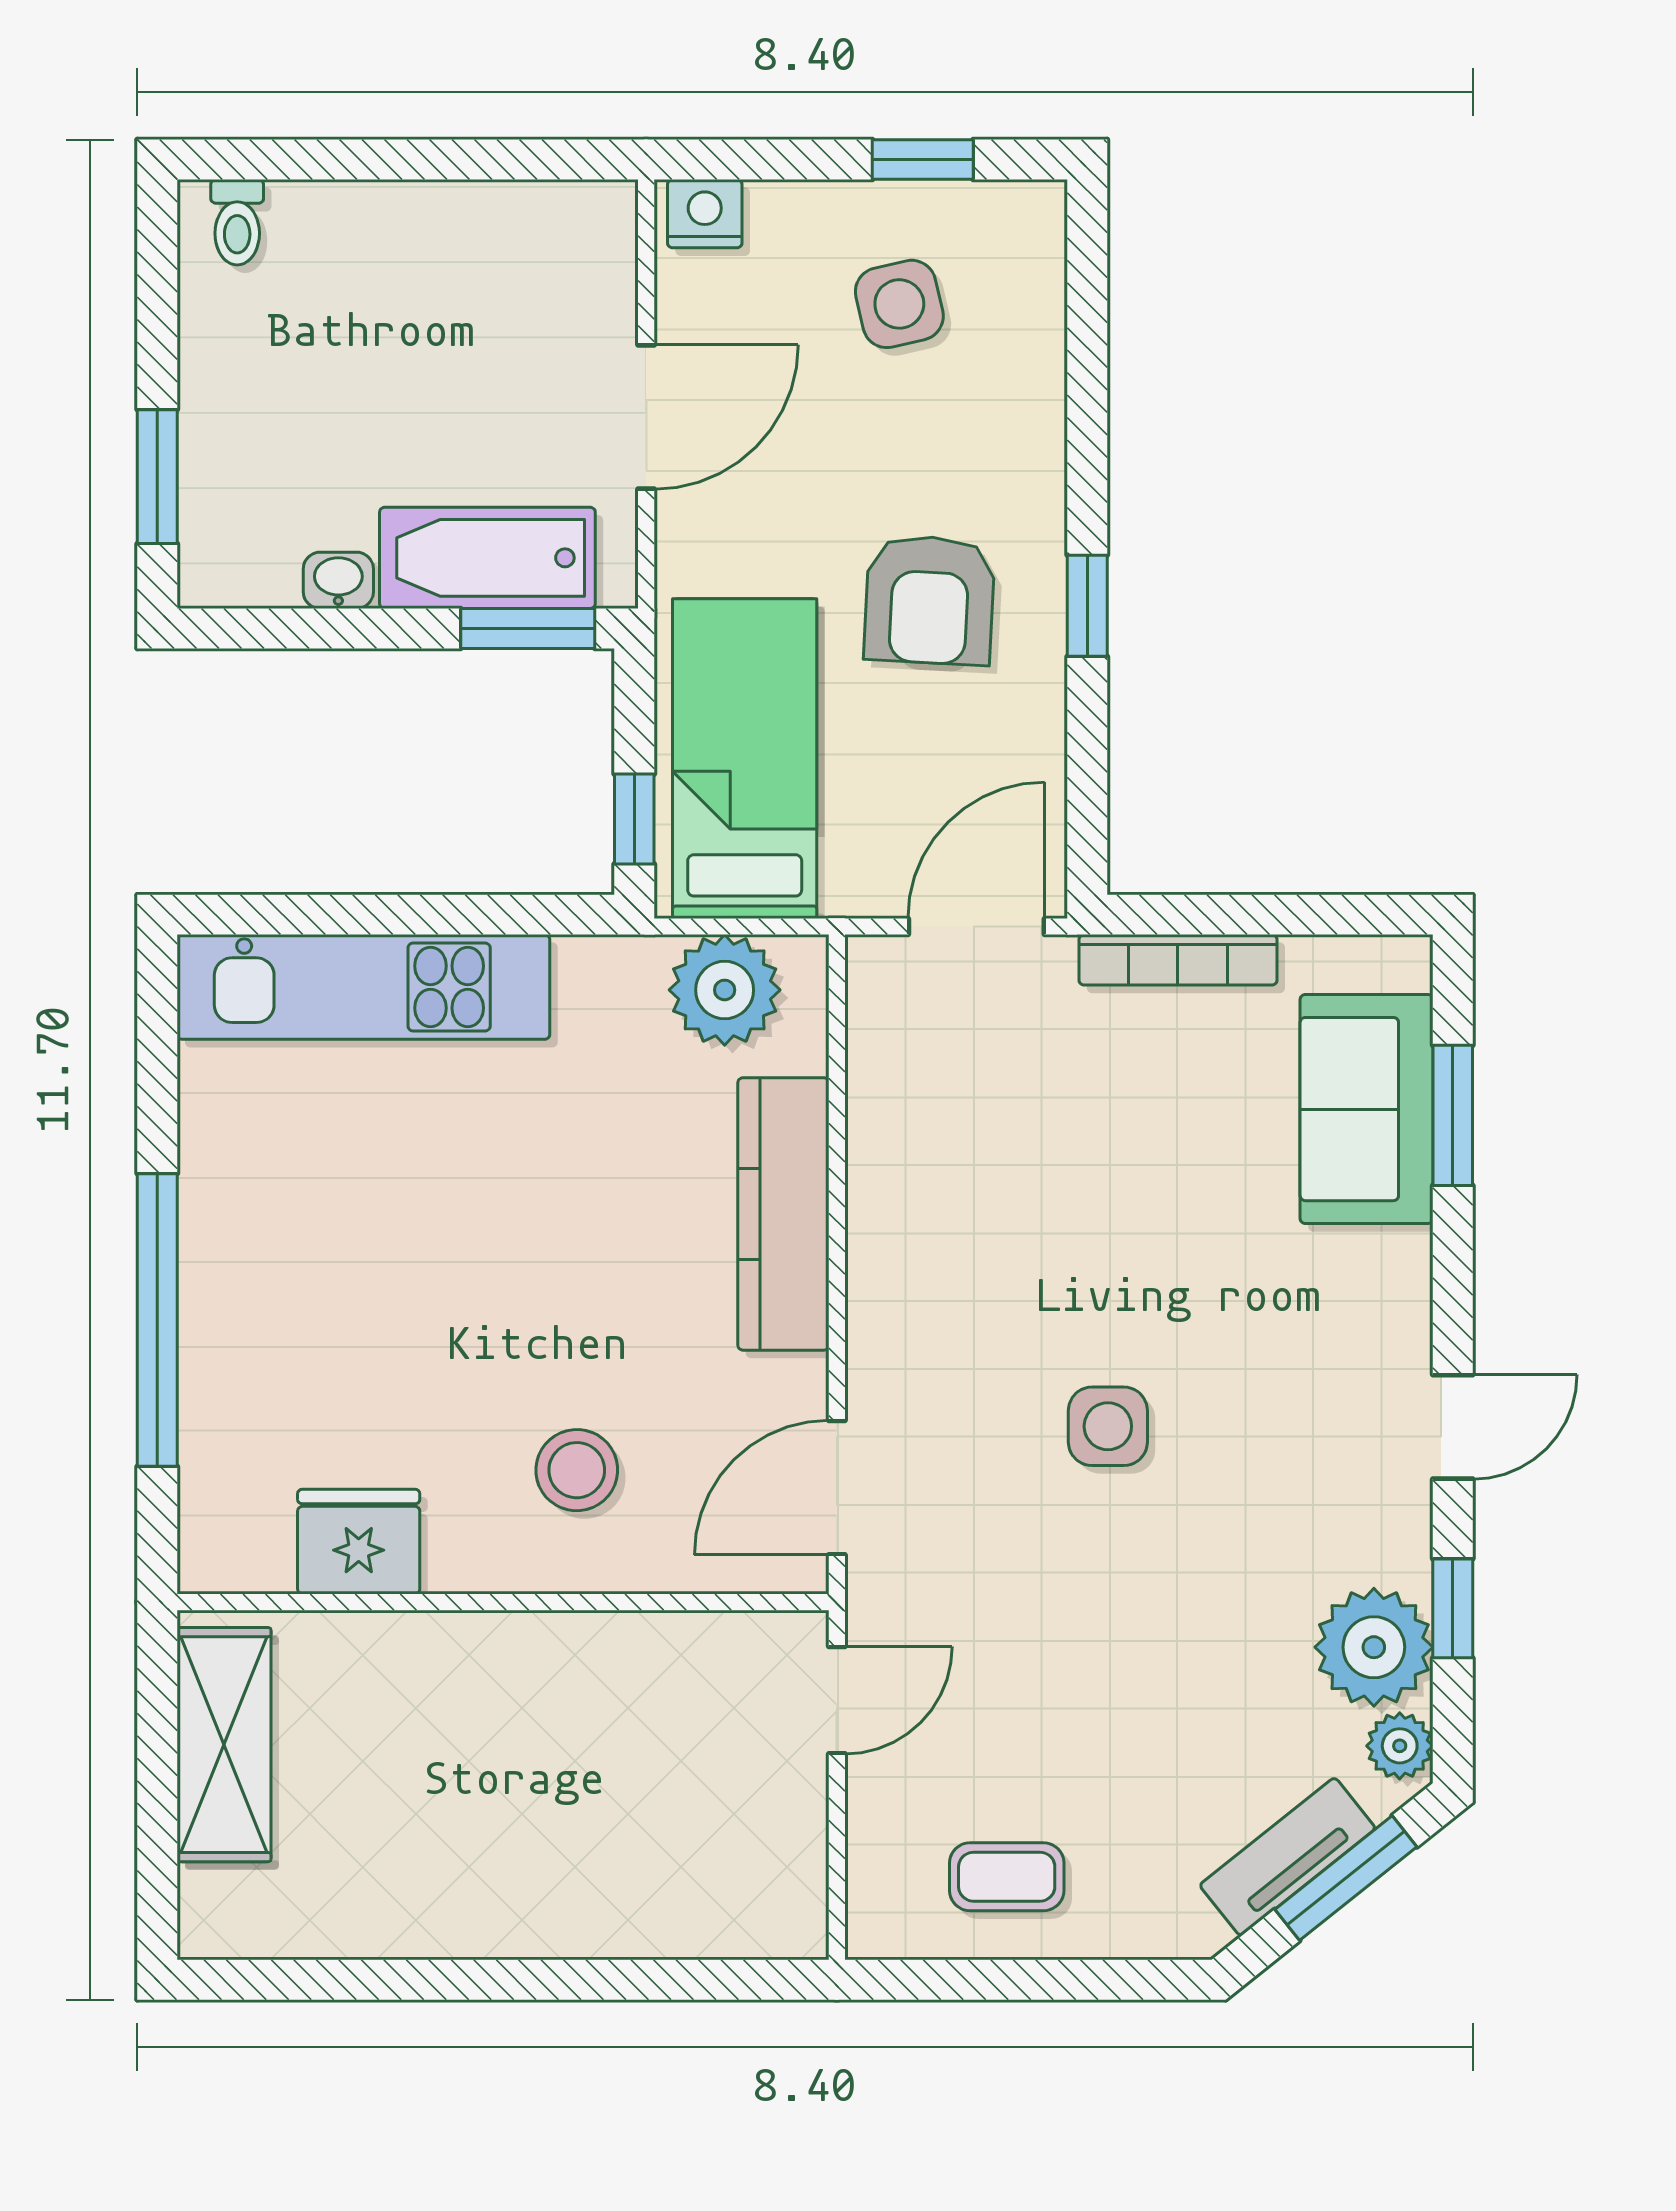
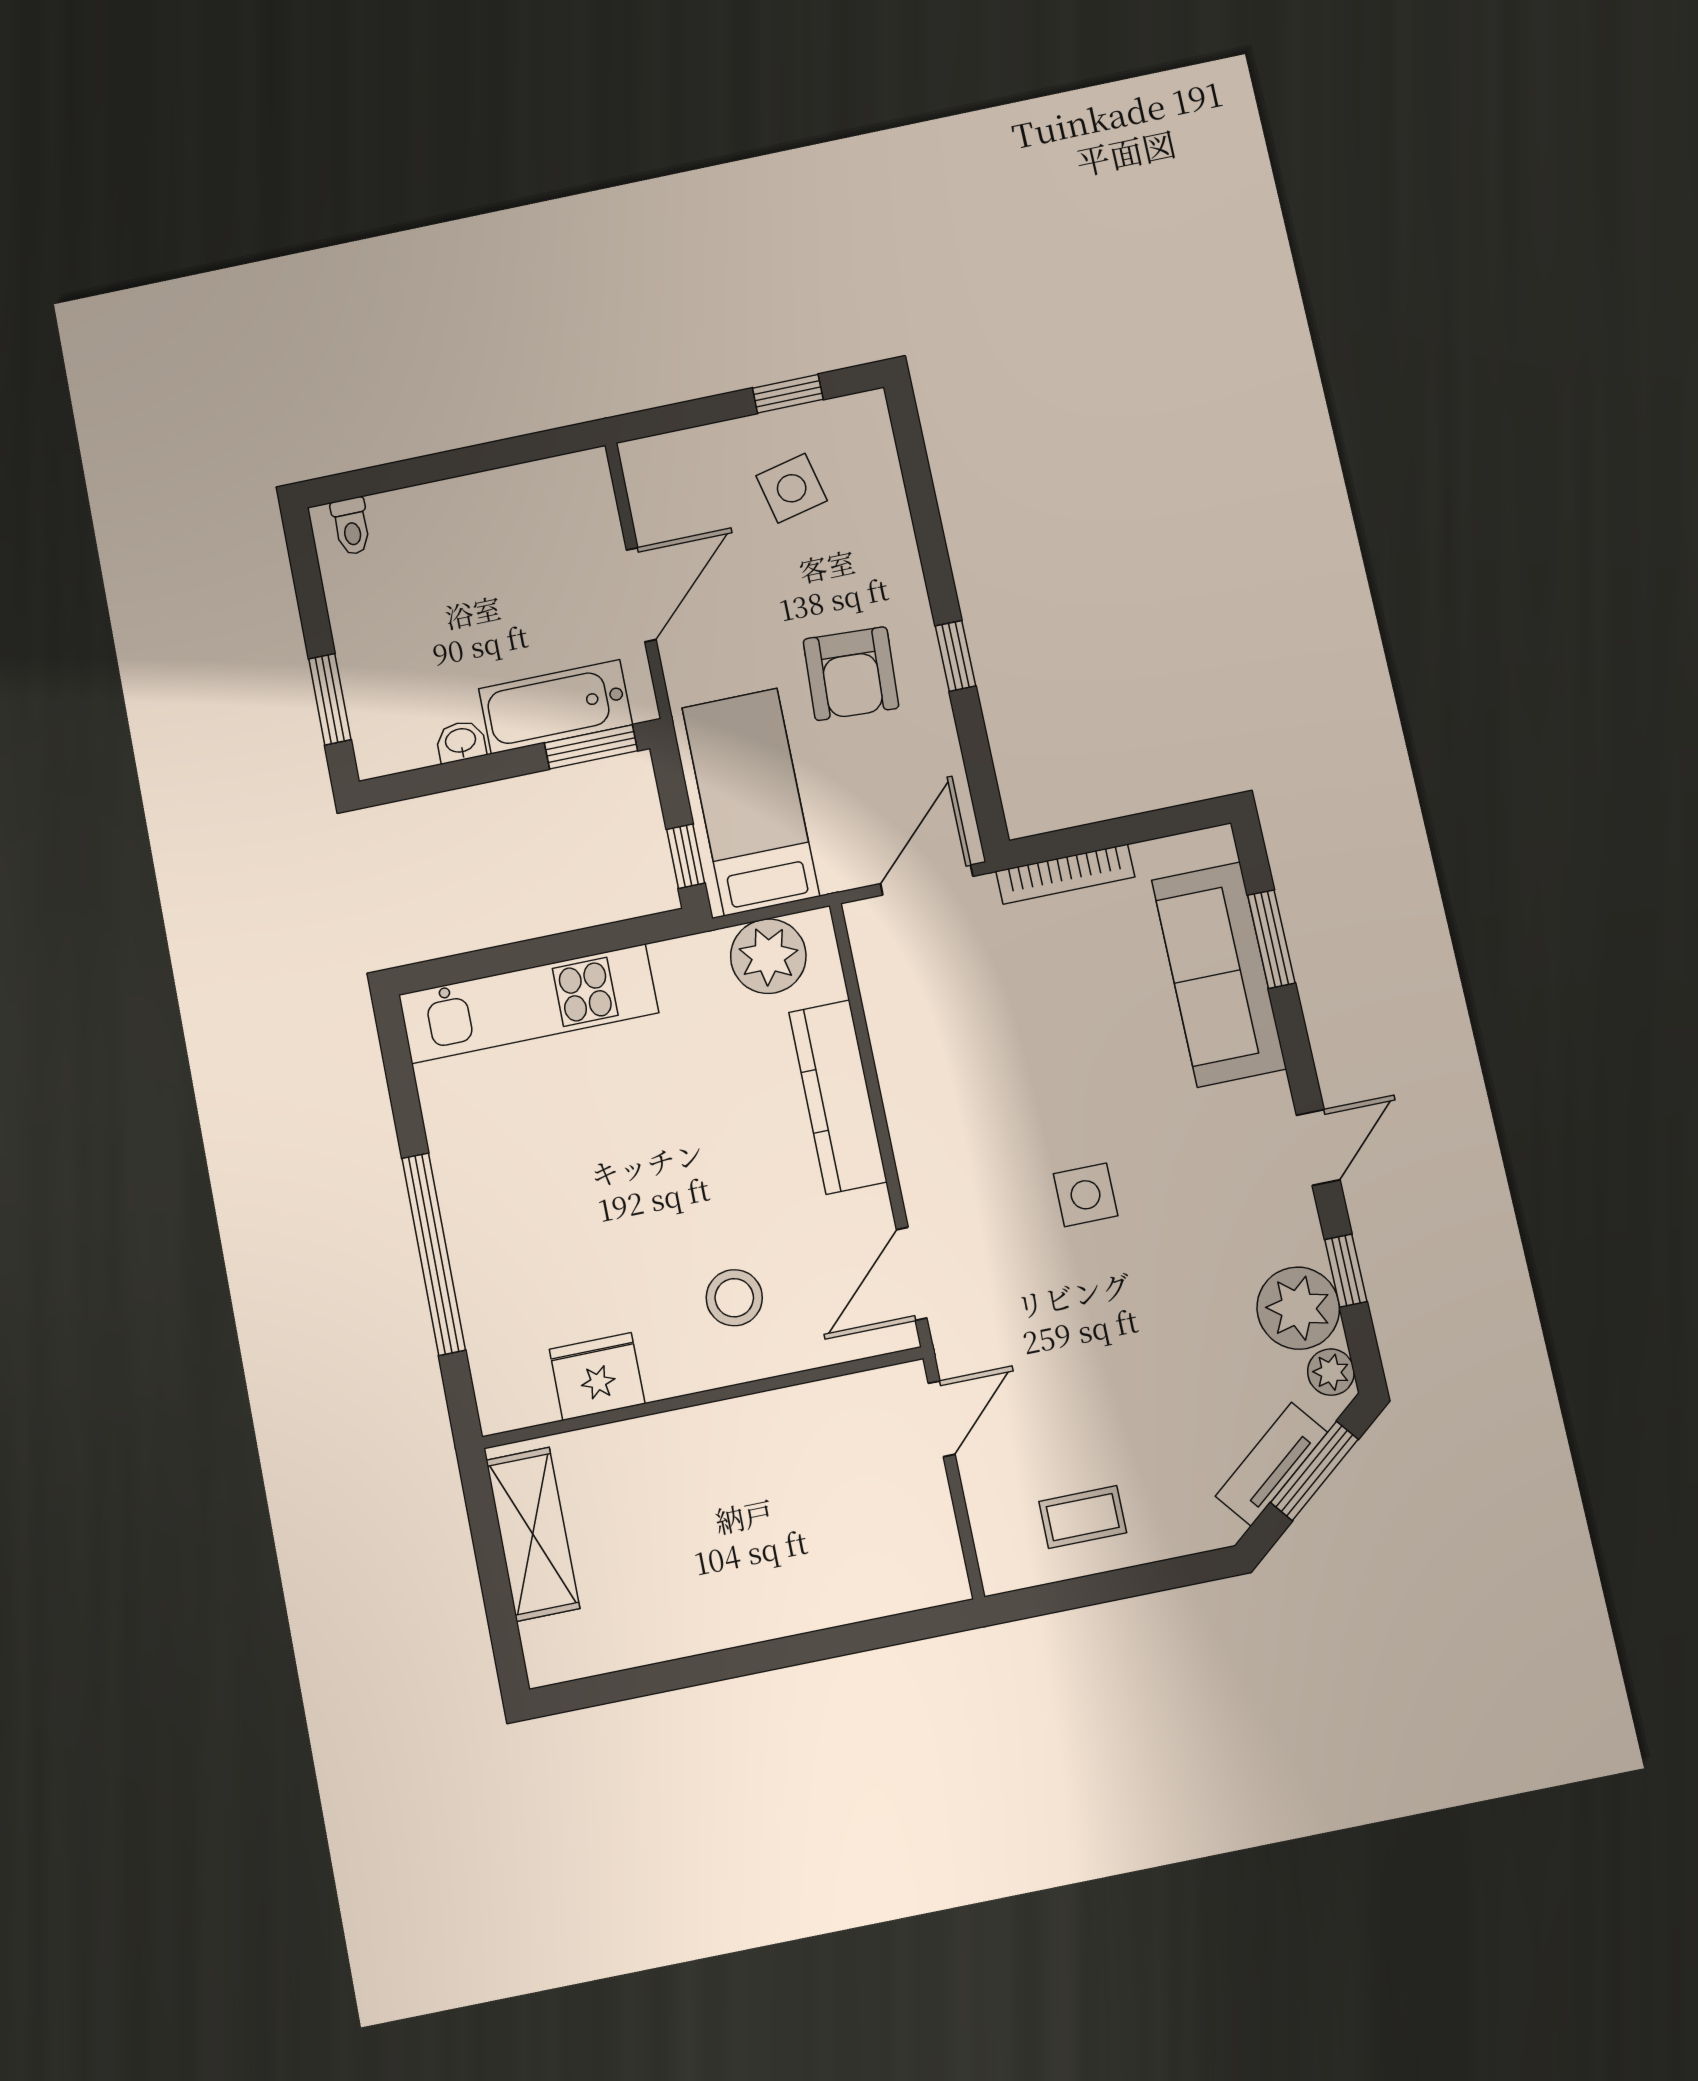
nightstand: (705, 214) -> (653, 457), removed
sofa: (1367, 1109) -> (1219, 974), width x1.36

